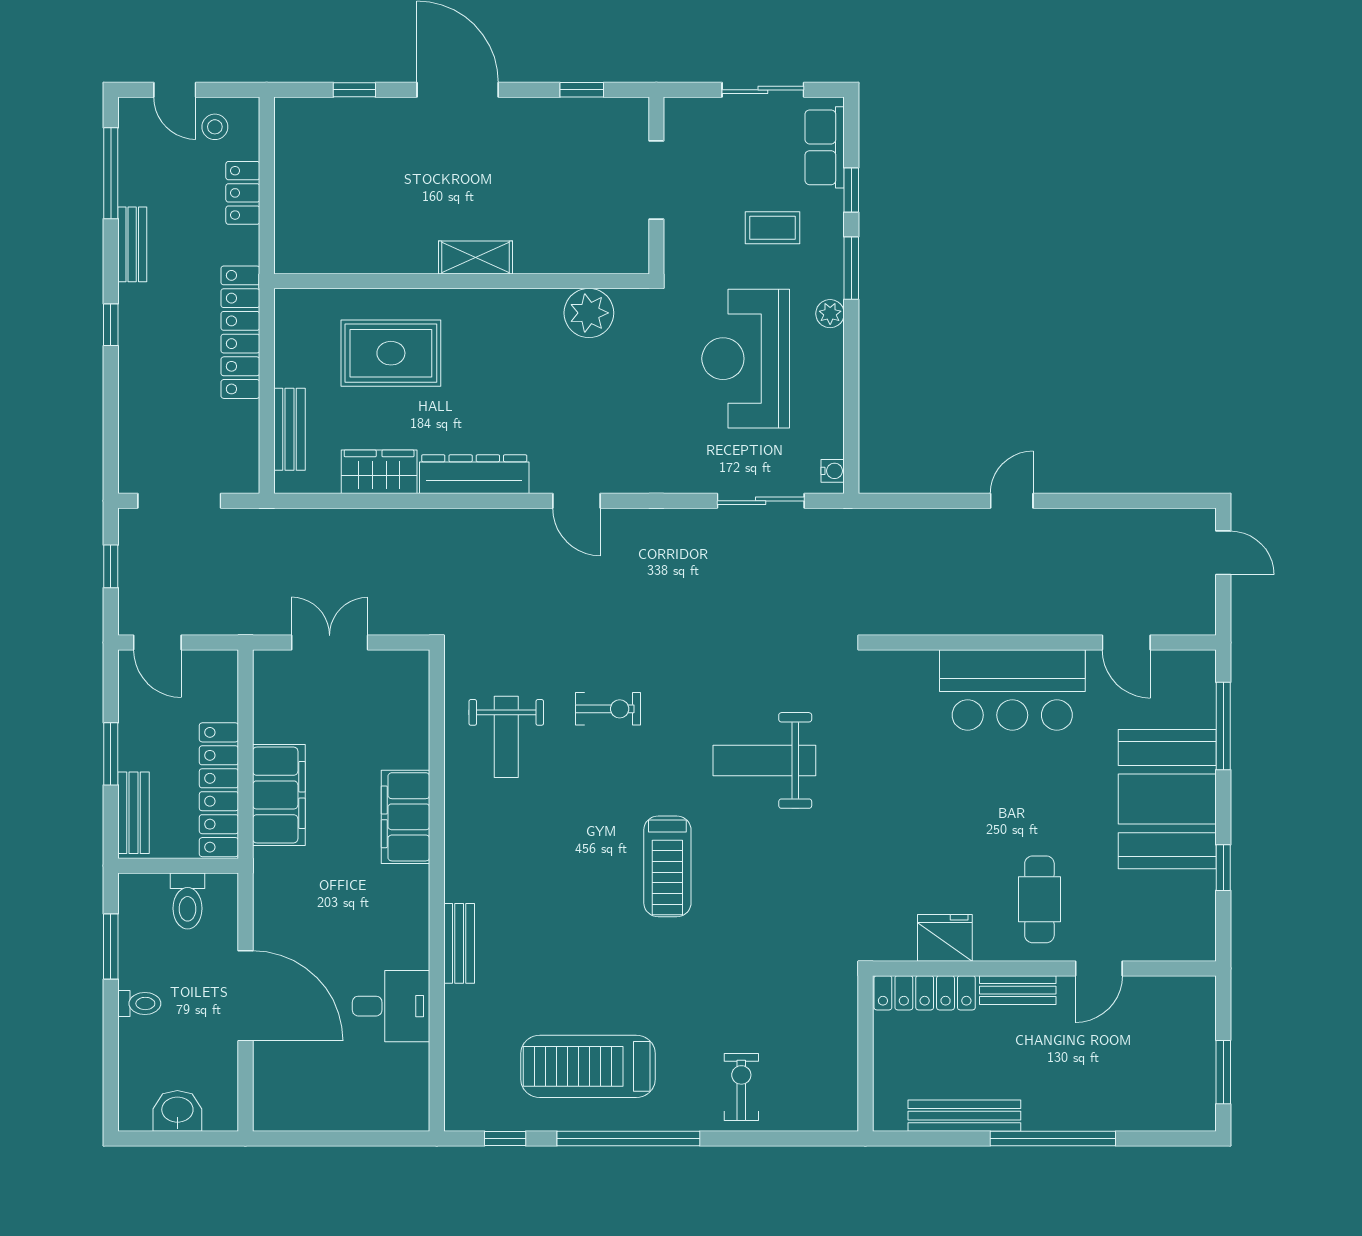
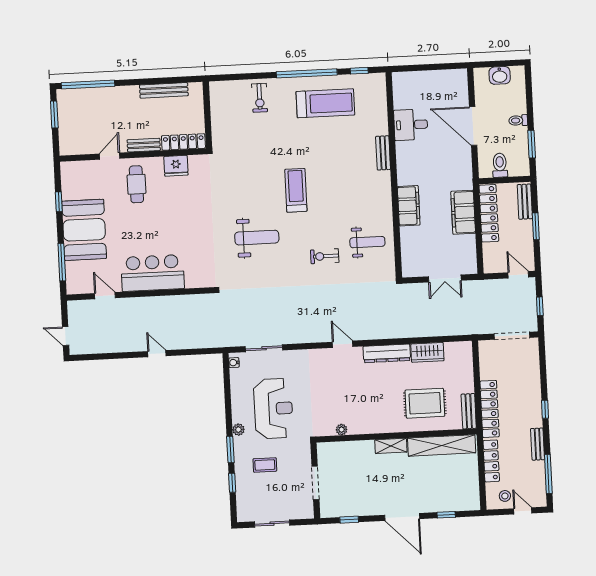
row of seats: (825, 147) -> (244, 500), removed
locker: (243, 193) -> (491, 461), width x1.53
shelving: (357, 252) -> (442, 445), added
plant: (589, 313) -> (342, 430), width x0.53, depth x0.53
bench: (289, 429) -> (469, 411), moved
door: (1012, 501) -> (157, 354), swing flipped
weight bench: (506, 737) -> (367, 242), turned 90
window: (1053, 1138) -> (88, 84), moved

